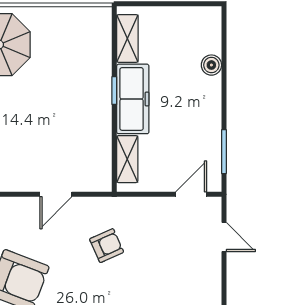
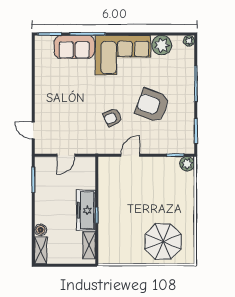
shelving: (127, 159) -> (41, 250), moved
door: (191, 194) -> (66, 155), moved
armchair: (107, 246) -> (112, 118), moved

